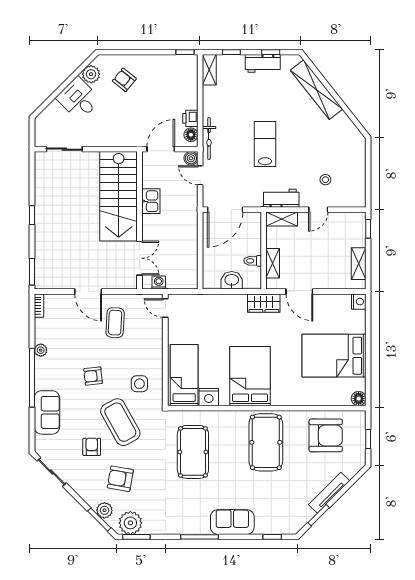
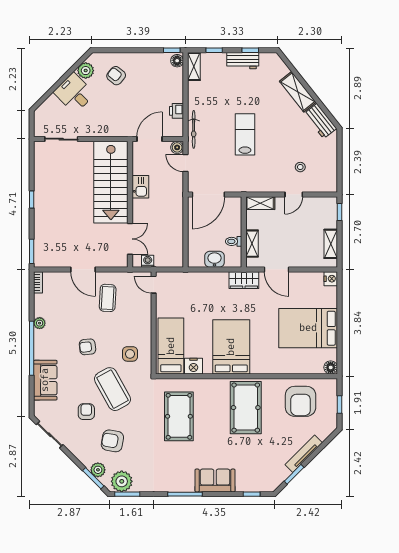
shelving: (316, 90) -> (298, 92), width x0.68
floor lamp: (191, 135) -> (177, 61), moved
workbench: (281, 198) -> (320, 121), moved, turned -128
armchair: (326, 435) -> (301, 401), turned 90

